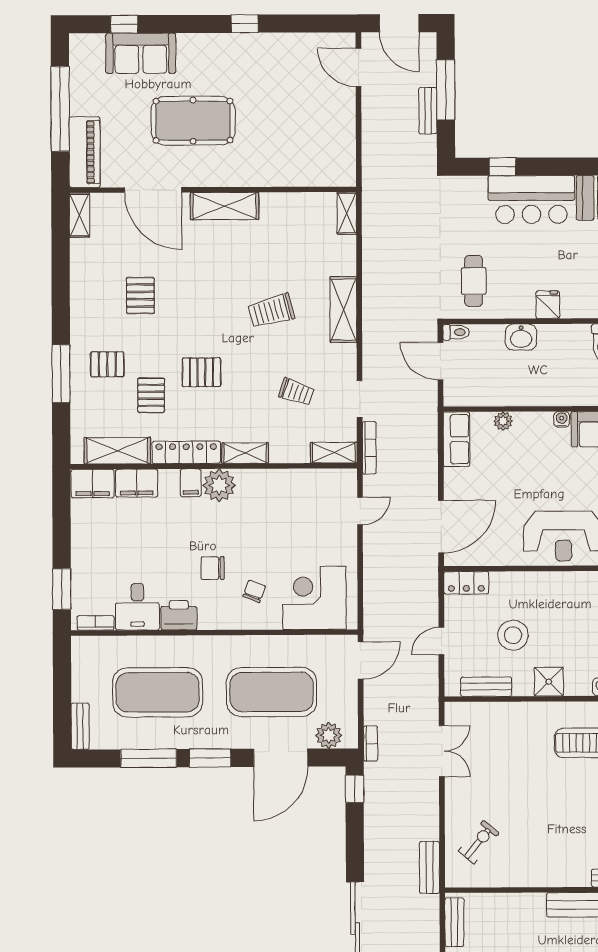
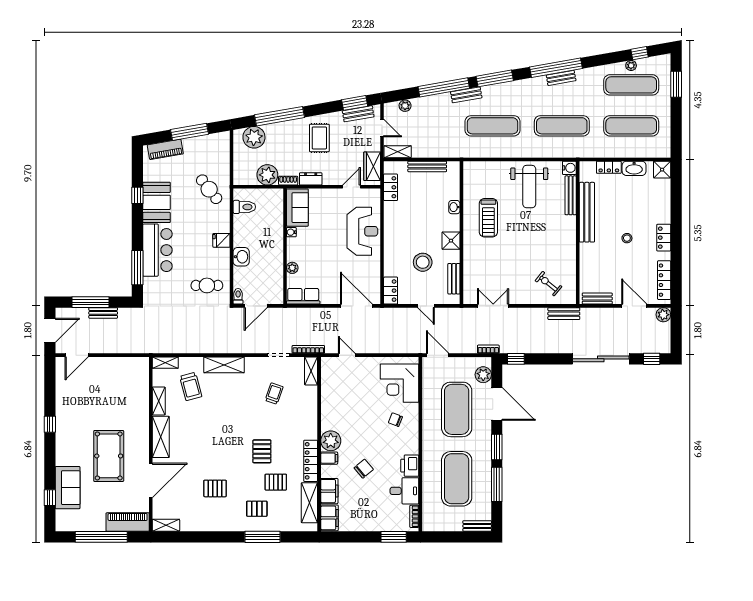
window: (503, 167) -> (137, 268), width x2.17
trolley: (271, 311) -> (191, 386), moved
pallet: (107, 364) -> (257, 509), turned 90
shelving: (245, 453) -> (159, 401), moved
chair: (213, 568) -> (364, 469), moved, turned -130

